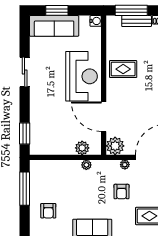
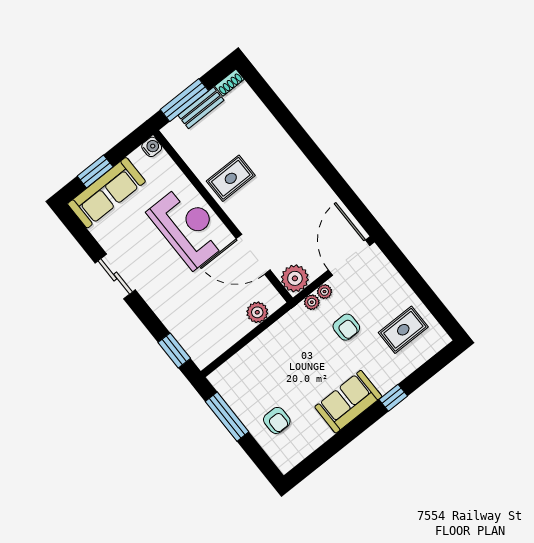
plant: (86, 165) -> (312, 302), moved

